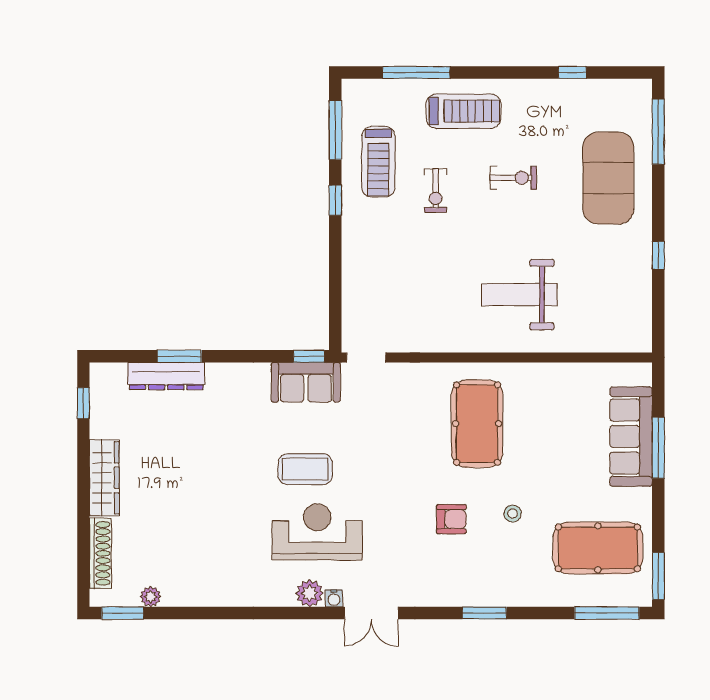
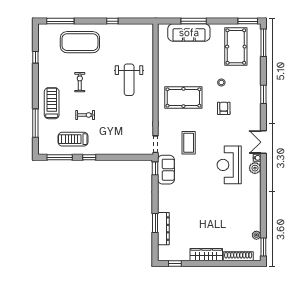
treadmill: (378, 162) -> (73, 139), turned 180
coffee table: (305, 469) -> (189, 143), moved
double door: (371, 613) -> (263, 142), swing flipped

